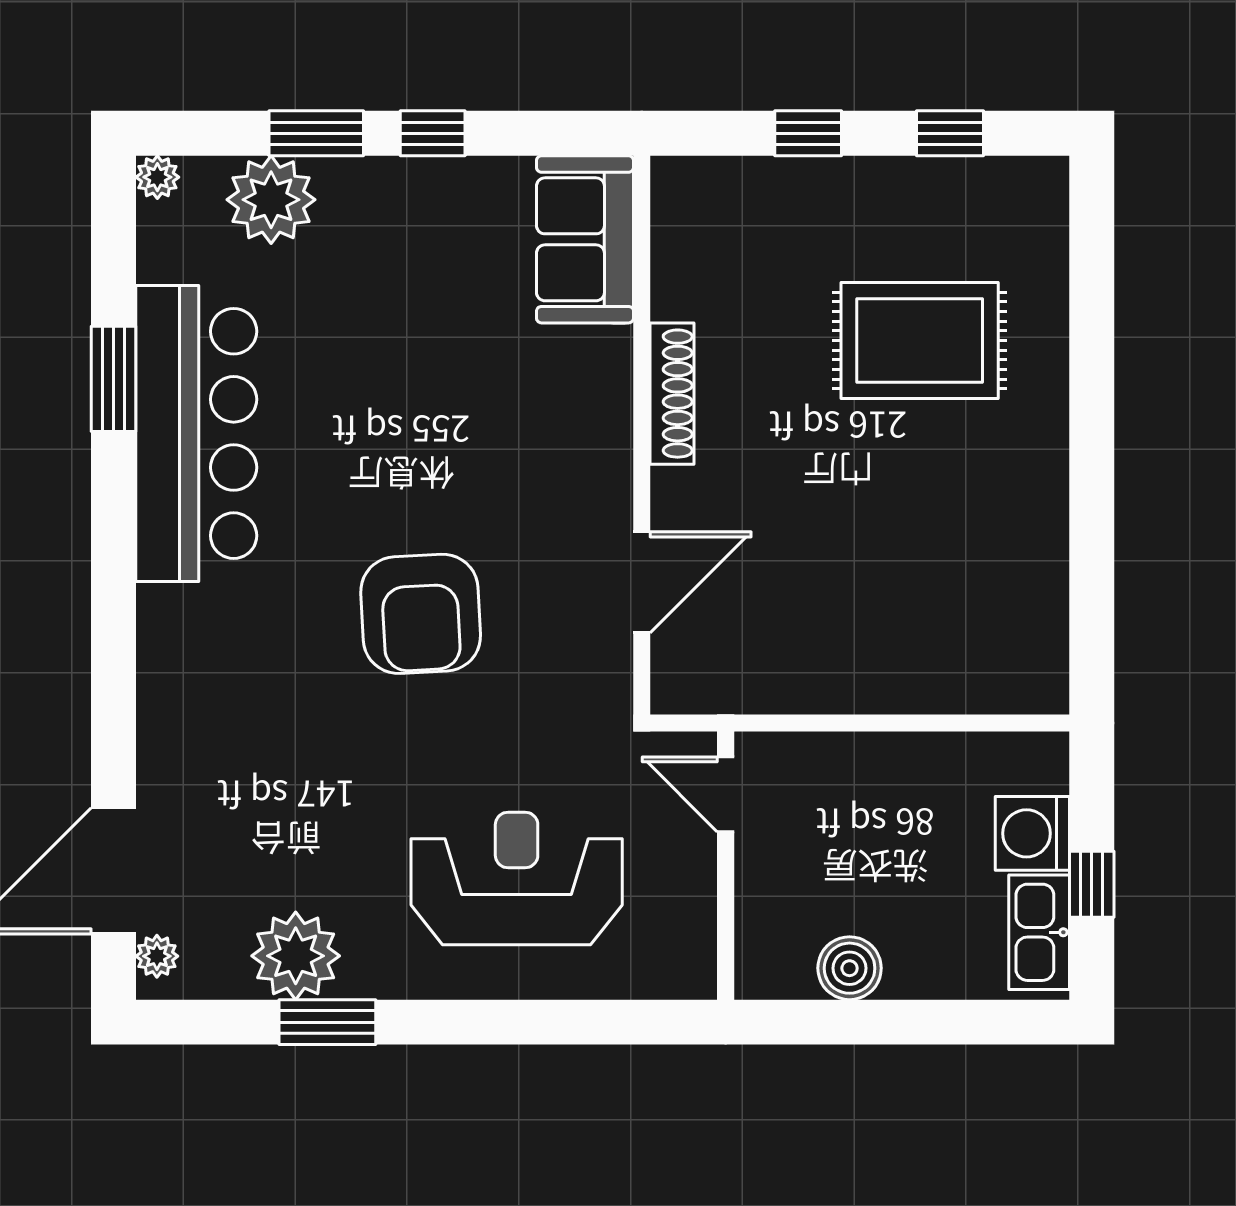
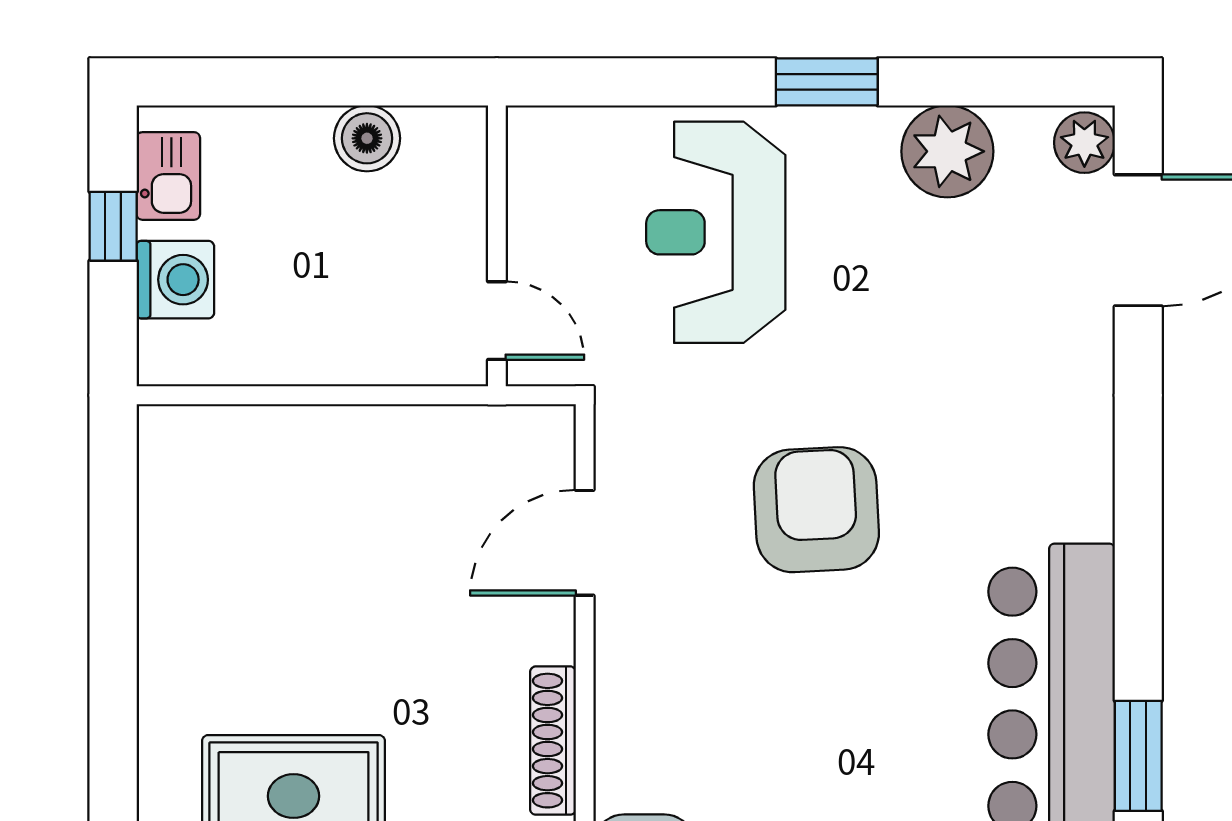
reception desk: (517, 879) -> (716, 232), turned 90
kitchen sink: (1039, 932) -> (168, 176), width x0.73
plant: (157, 956) -> (1084, 143), width x1.38, depth x1.38
window: (327, 1022) -> (827, 82), moved

